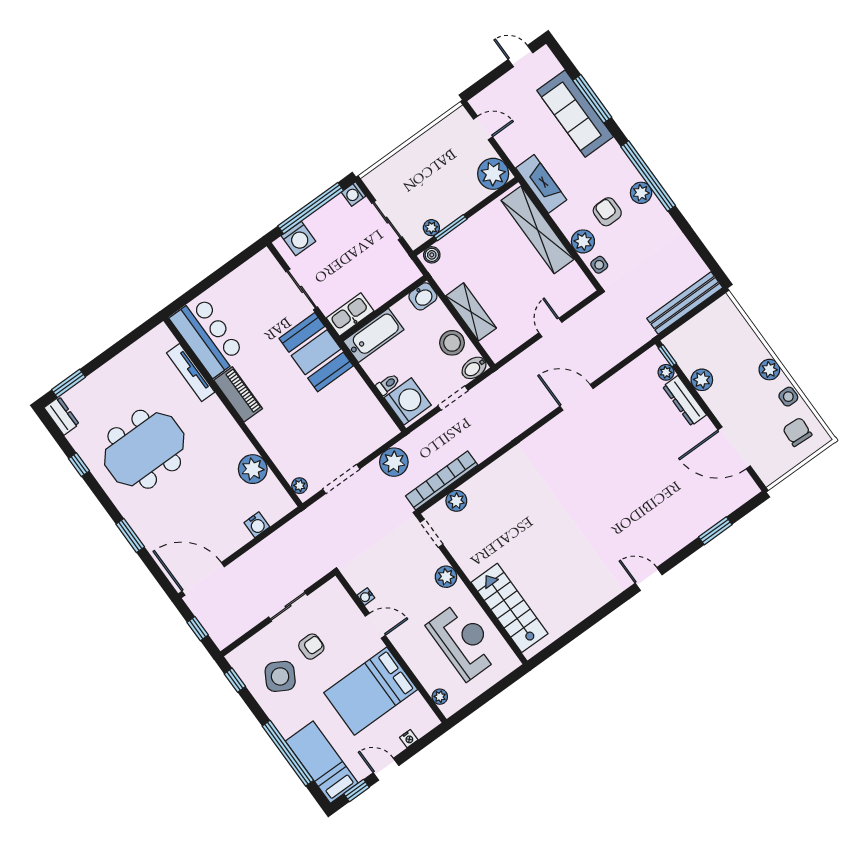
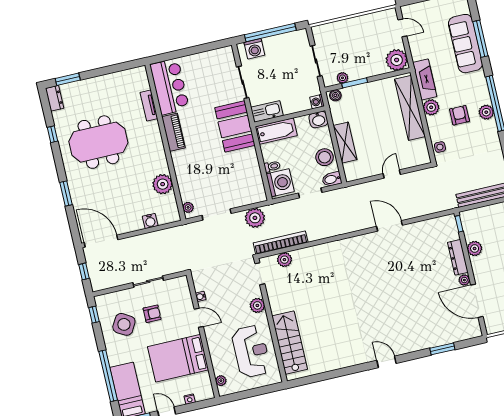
washing machine: (354, 194) -> (317, 102), moved
plant: (583, 241) -> (431, 107), moved
plant: (666, 372) -> (464, 280), moved
tv unit: (191, 373) -> (149, 105), width x0.71

